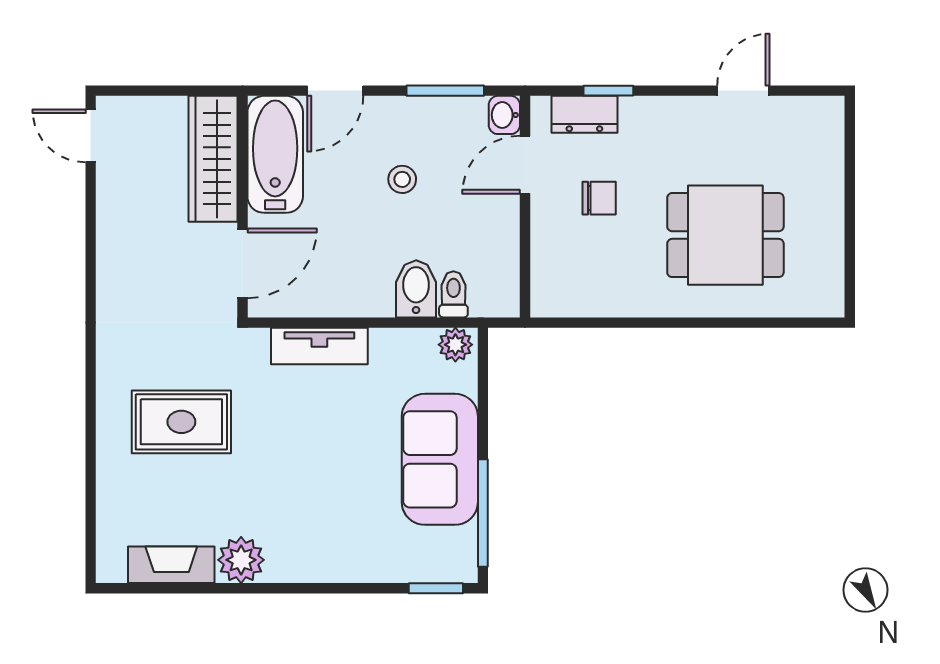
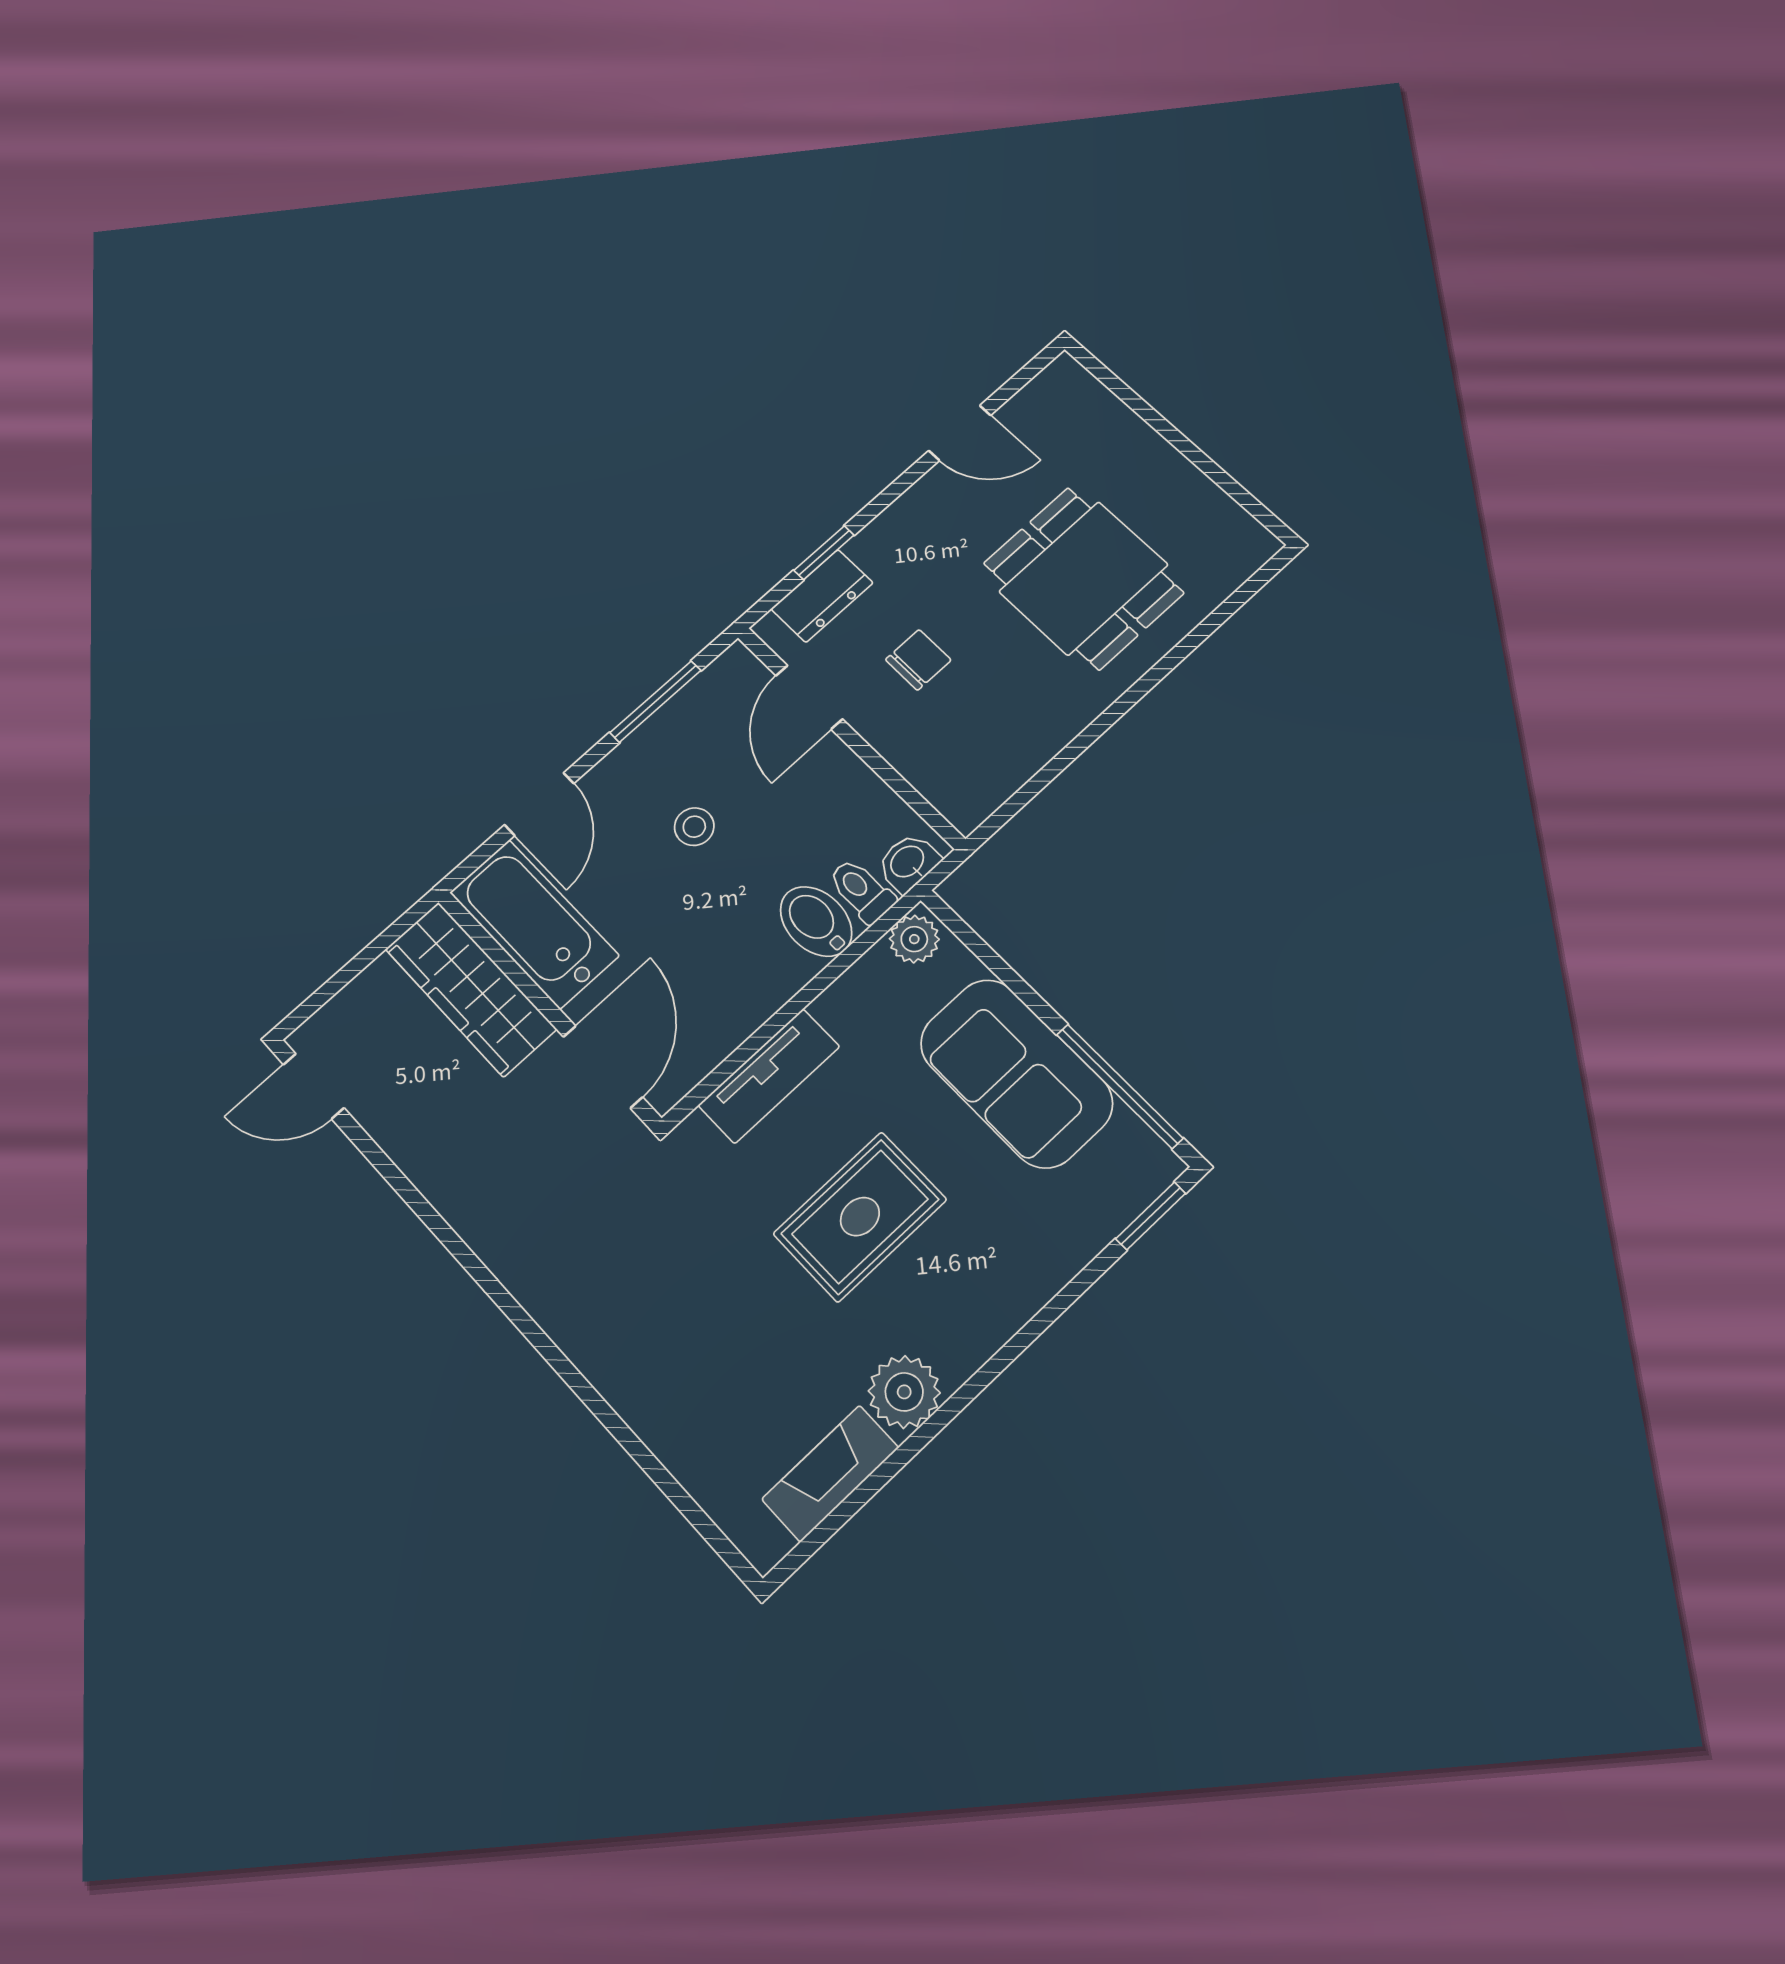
door: (743, 91) -> (960, 433), swing flipped
washbasin: (504, 115) -> (908, 862), moved, turned 90
dining table: (725, 235) -> (1083, 578), turned 90
rug: (181, 422) -> (860, 1217), moved

